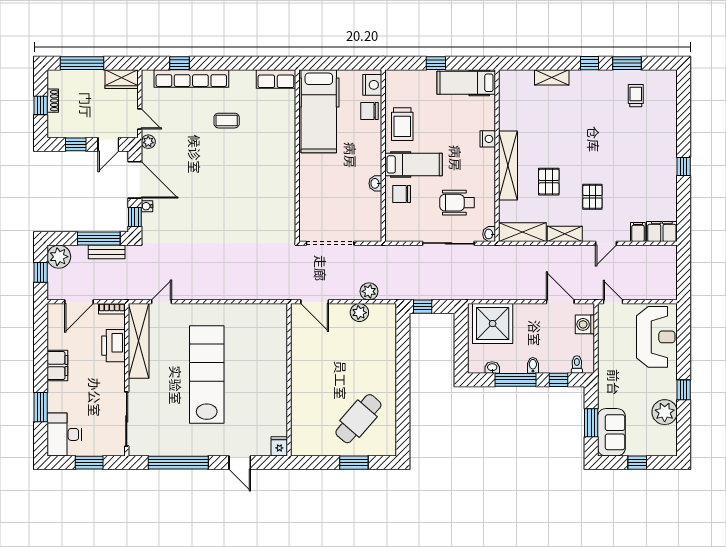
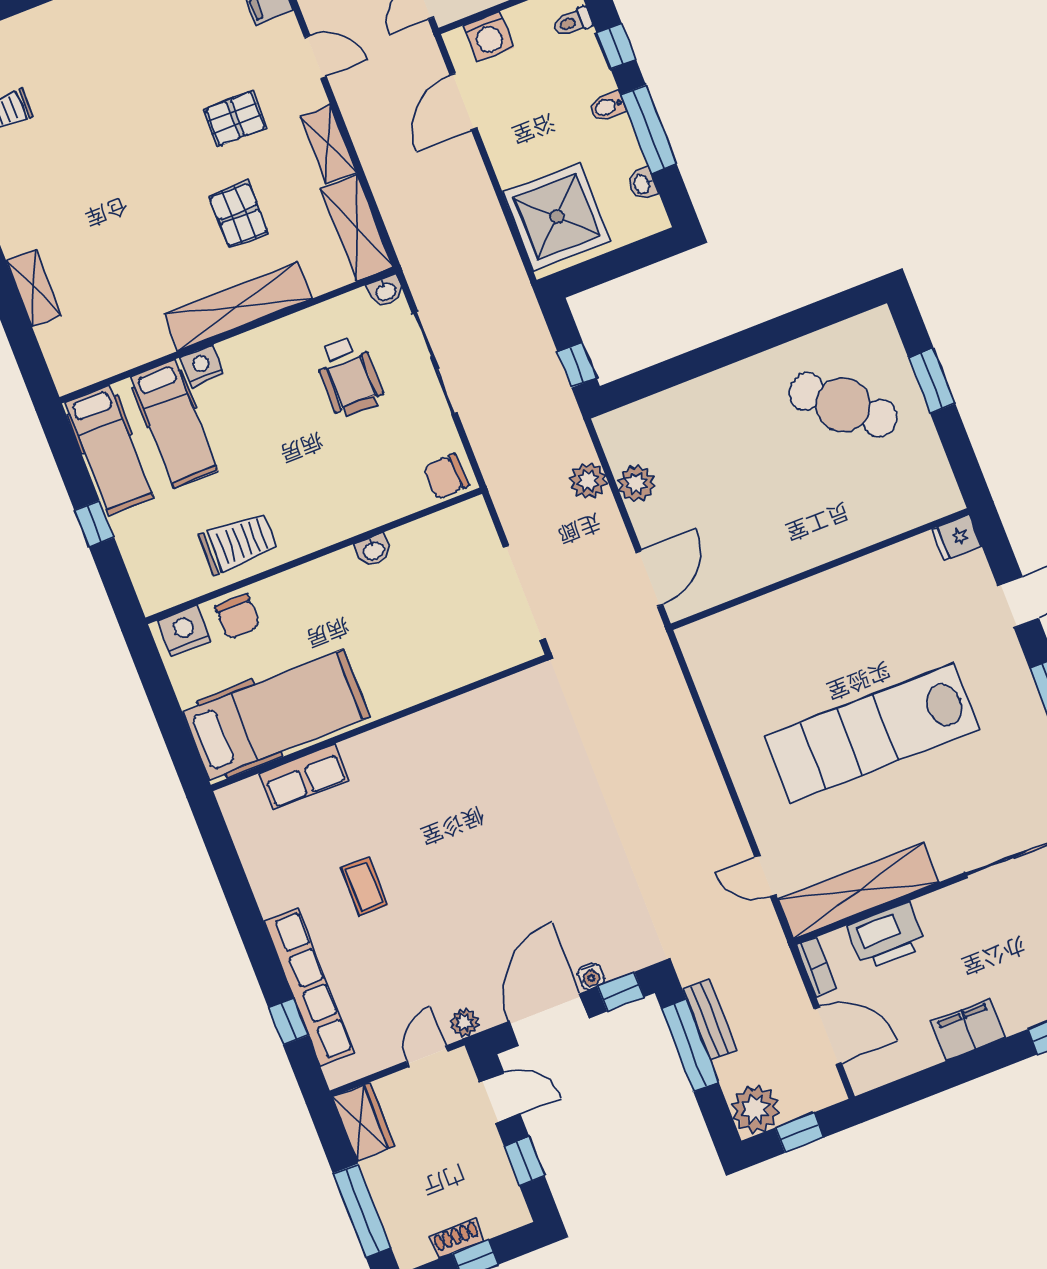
row of seats: (276, 79) -> (304, 777), moved, turned 90
hospital bed: (414, 164) -> (174, 424), moved, turned 180
pallet: (549, 182) -> (239, 215), turned 90
chair: (402, 194) -> (446, 476), moved, turned 87

